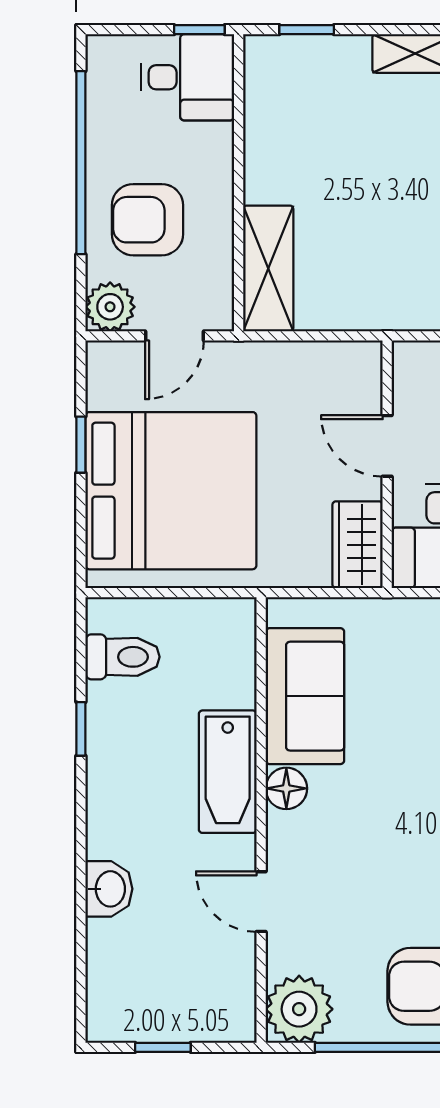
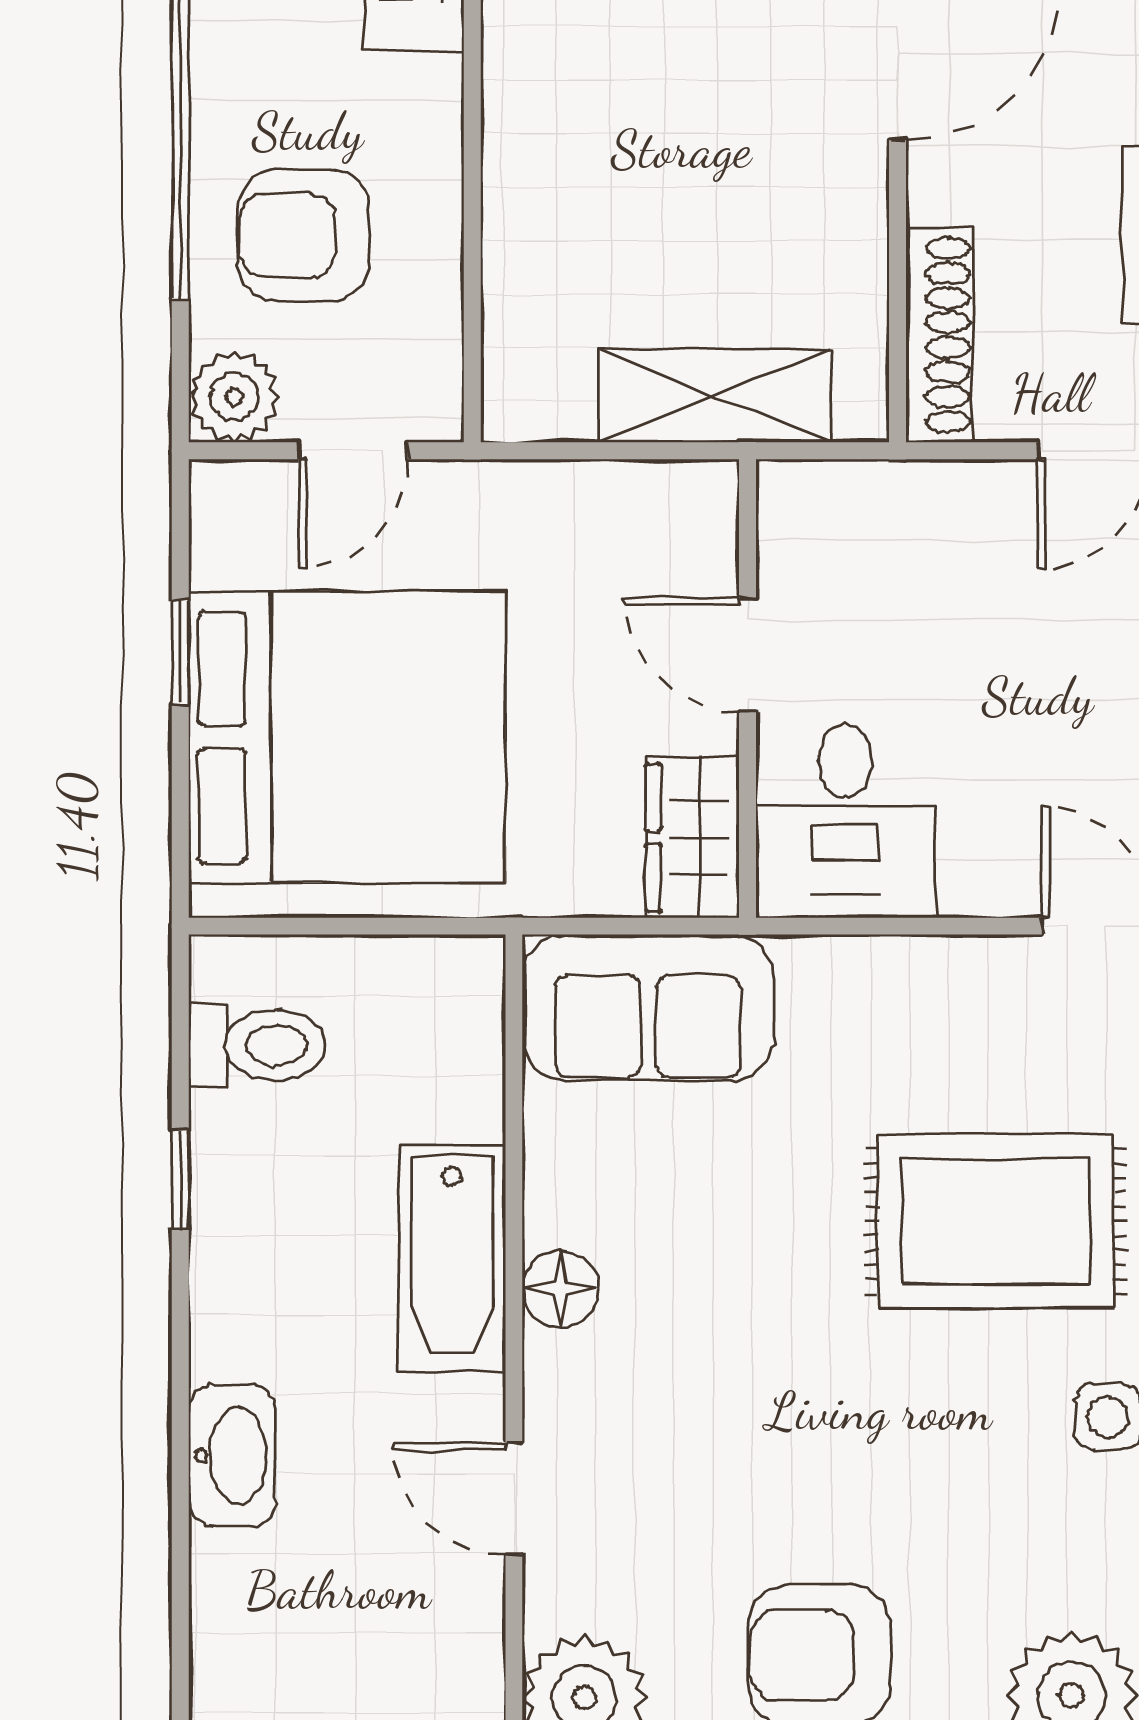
shelving: (268, 268) -> (715, 396), moved, turned 90
sofa: (305, 696) -> (648, 1007), moved, turned 90
washbasin: (109, 889) -> (232, 1455), width x1.38

